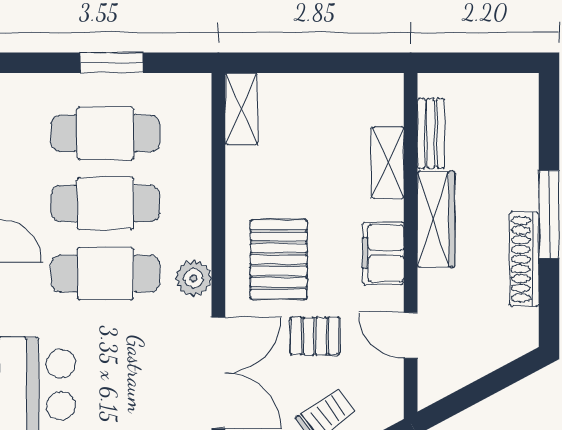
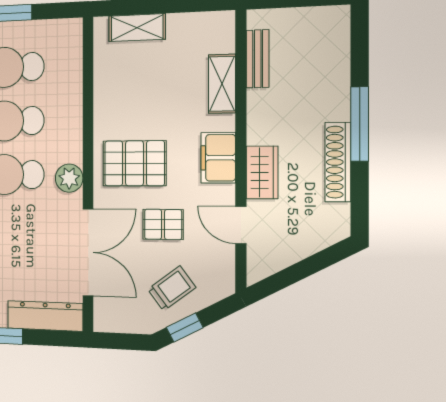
shelving: (241, 109) -> (137, 28), moved, turned 90
wardrobe: (436, 219) -> (262, 172), moved, width x0.67
pallet: (279, 259) -> (134, 163), turned 90

